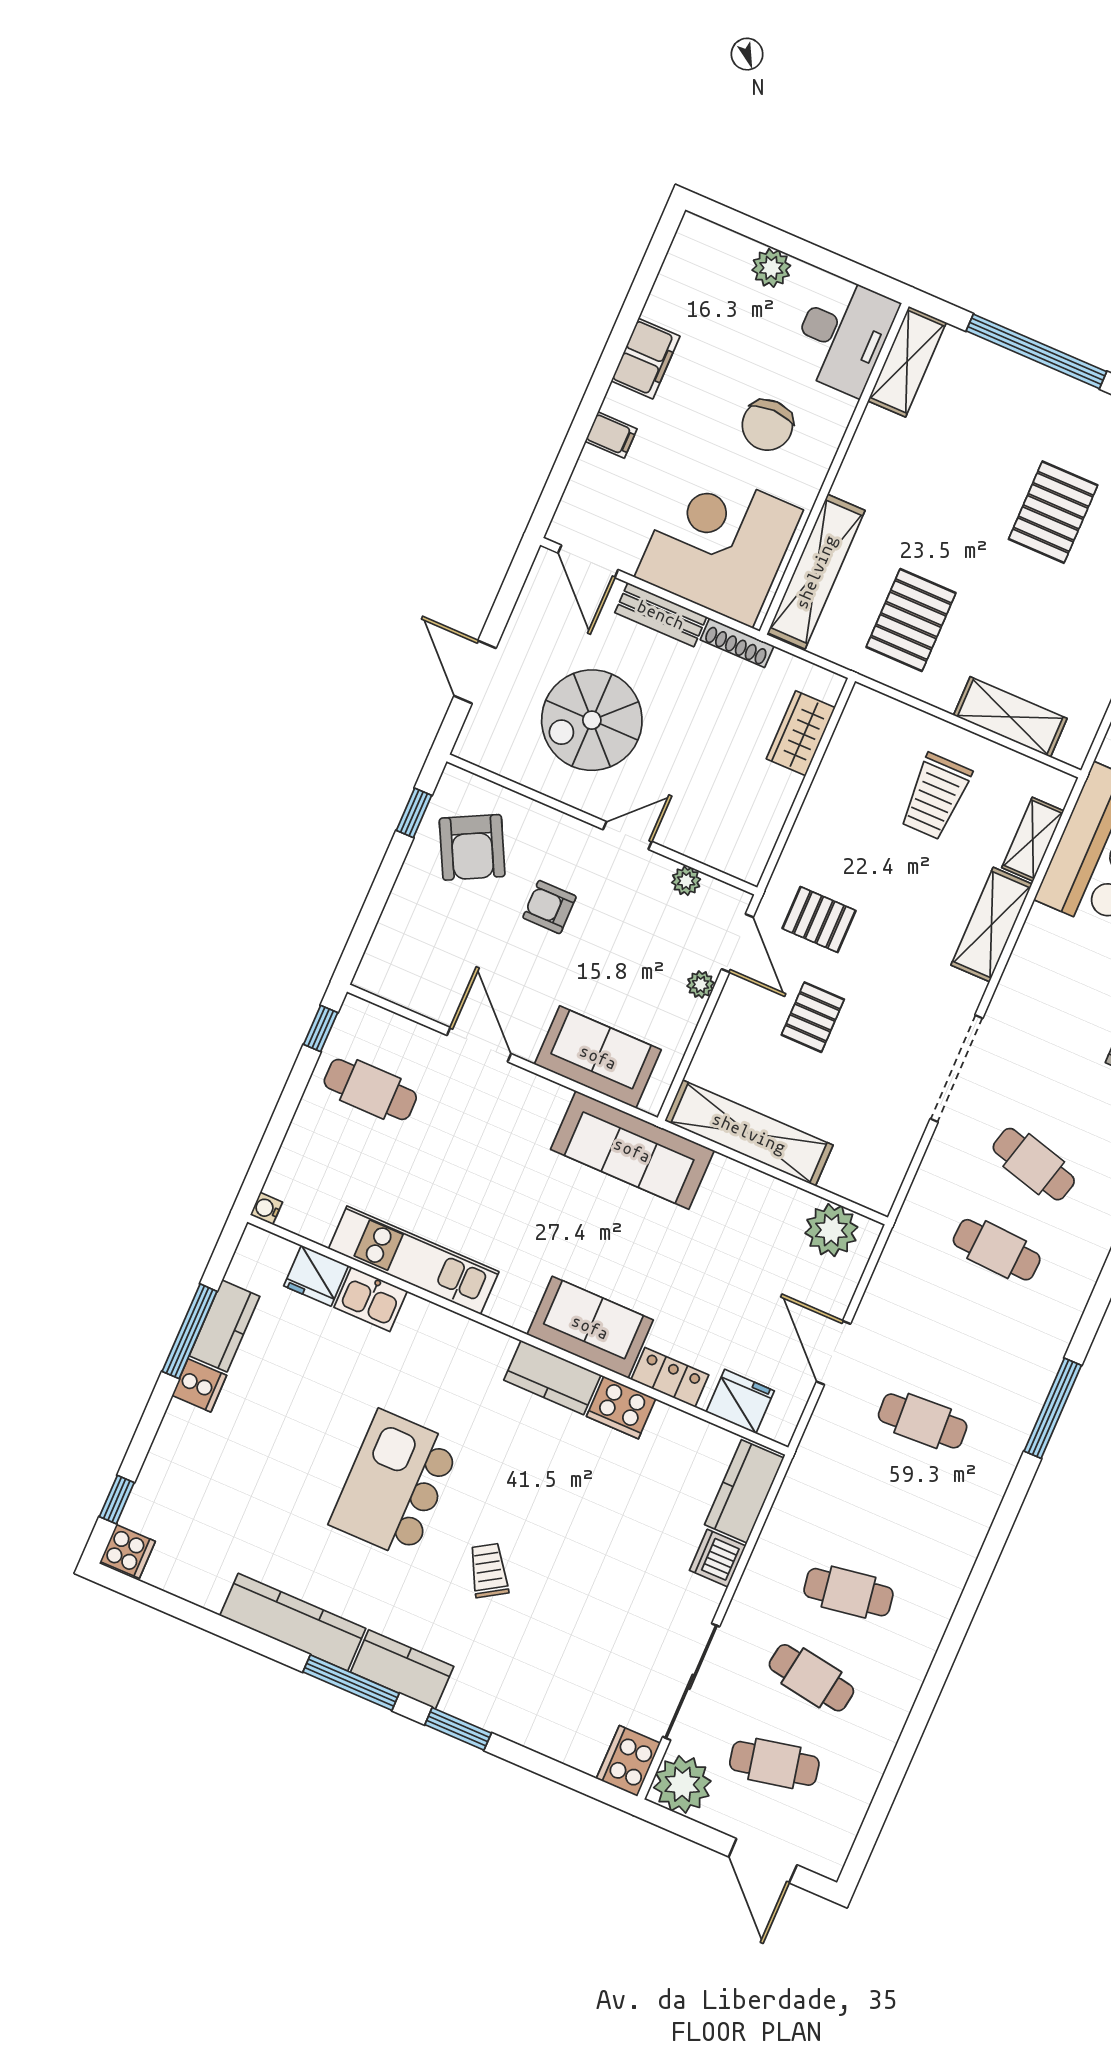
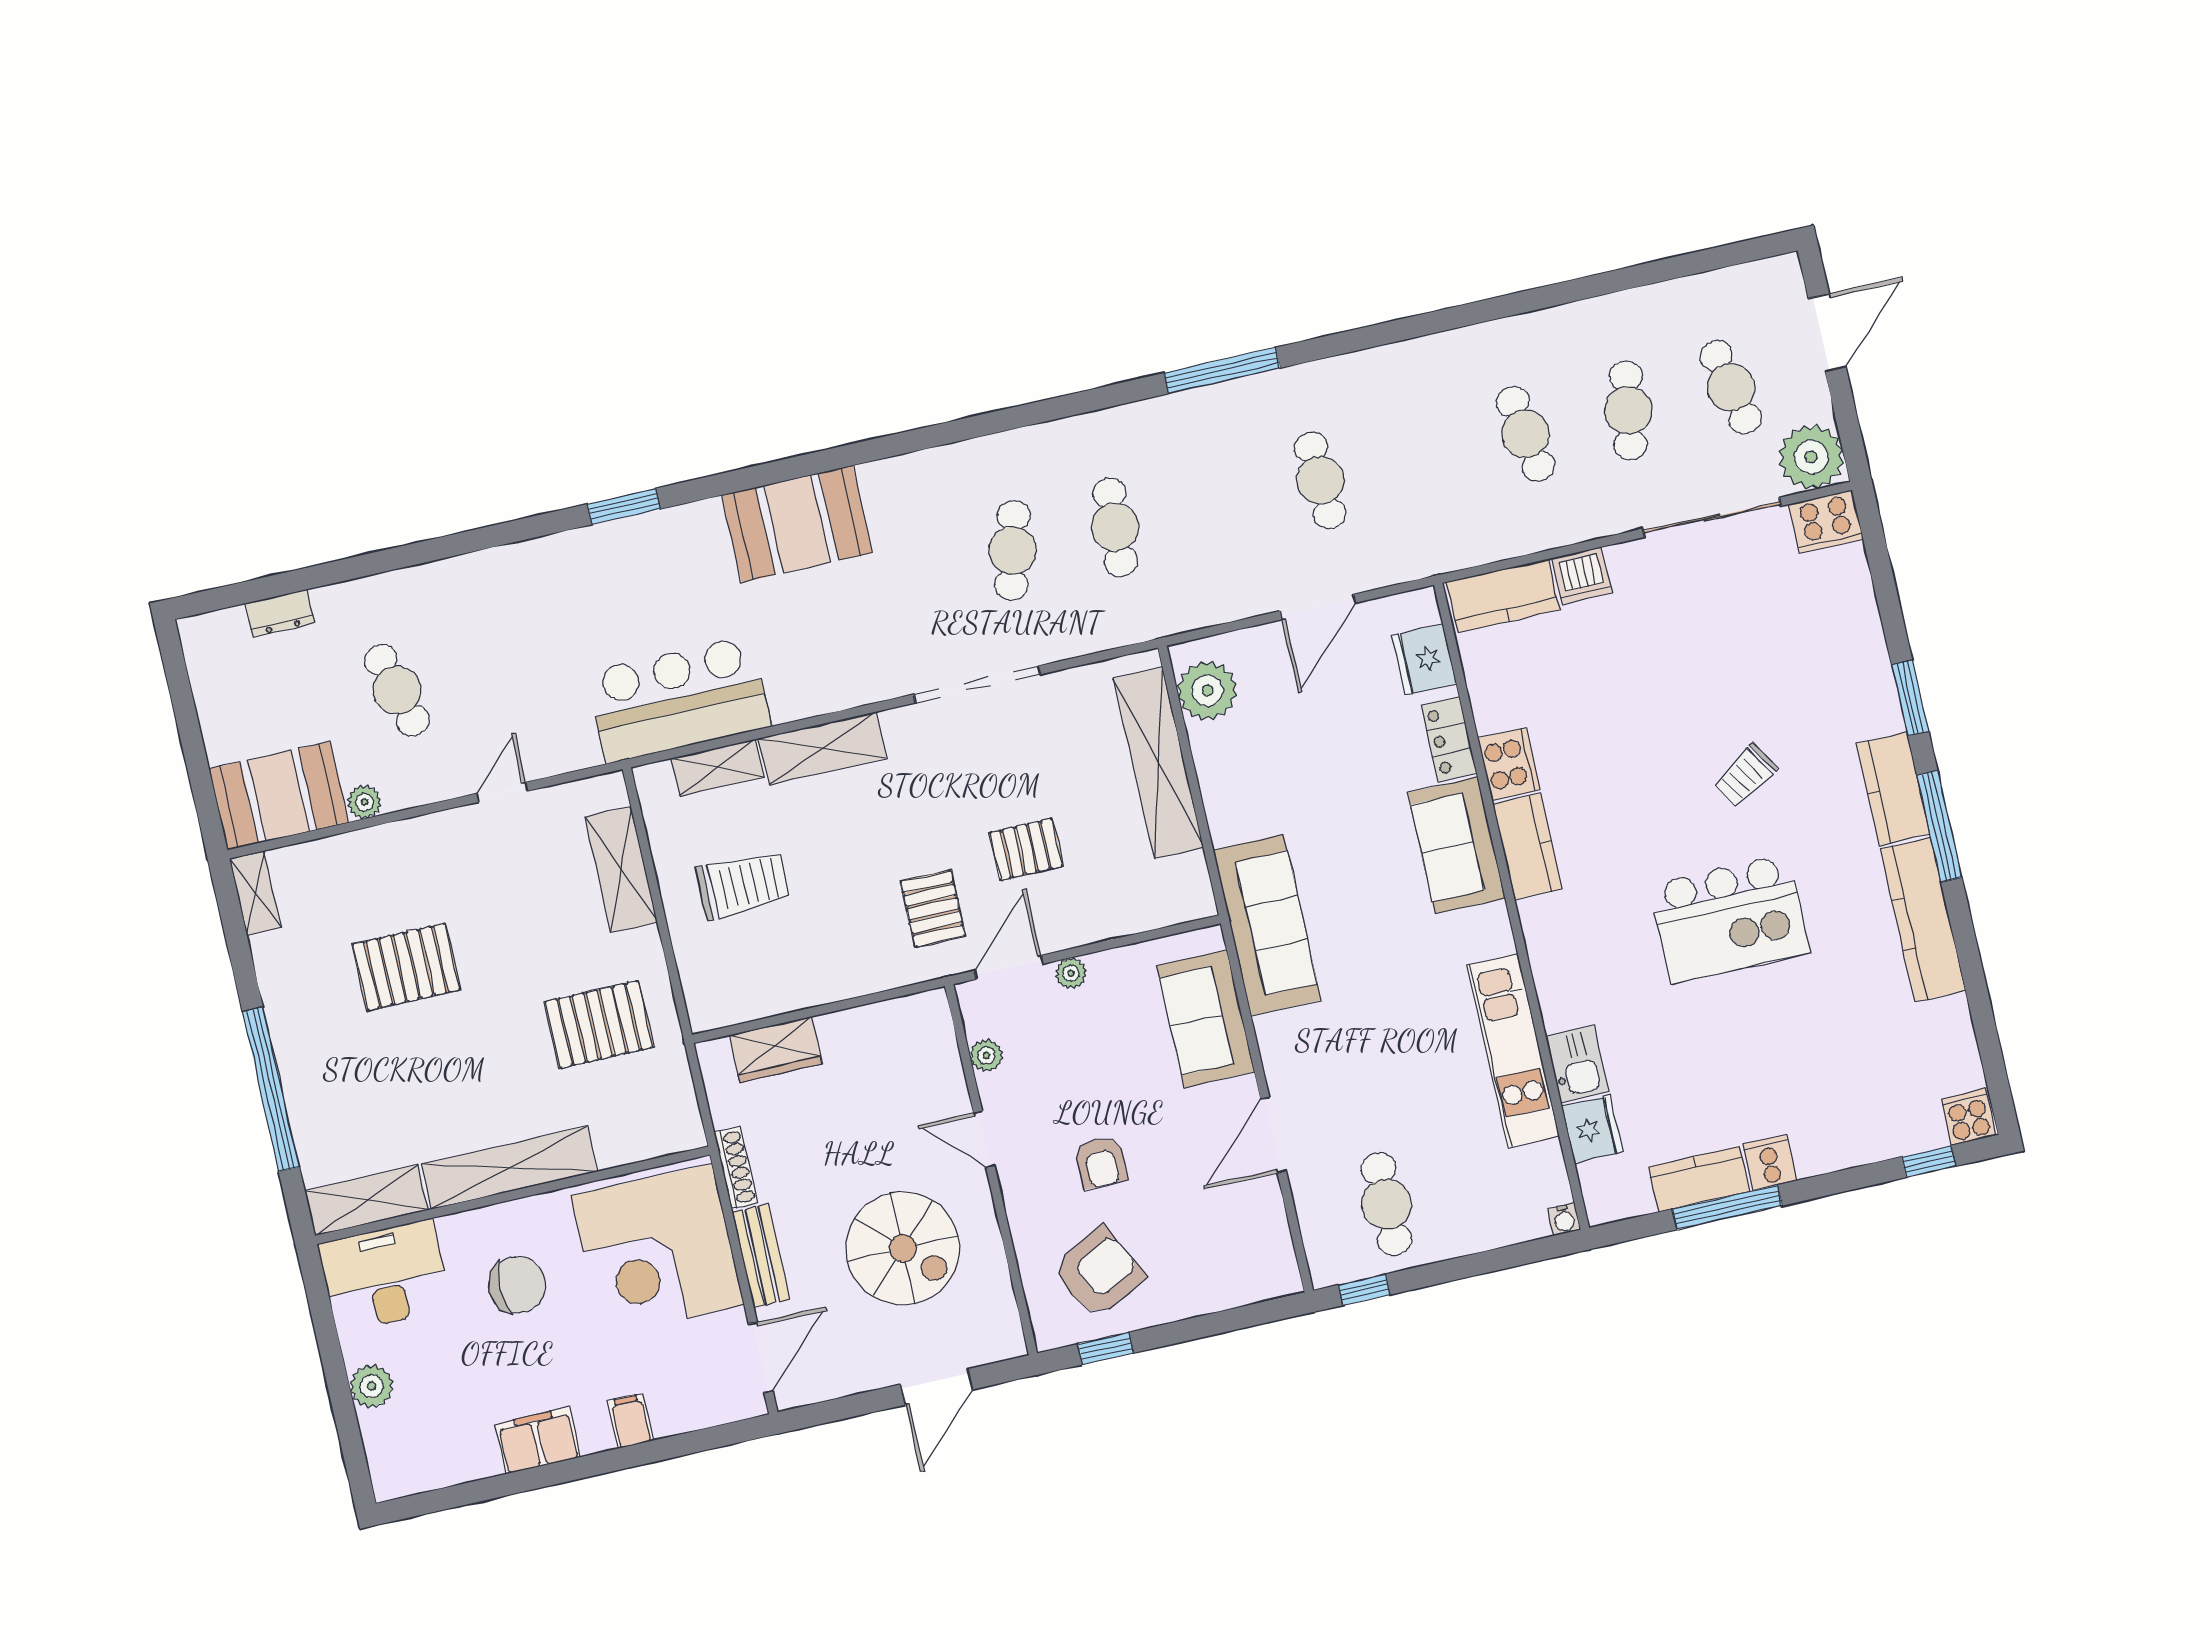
shelving: (816, 572) -> (510, 1168), moved
shelving: (749, 1133) -> (1159, 763), moved

